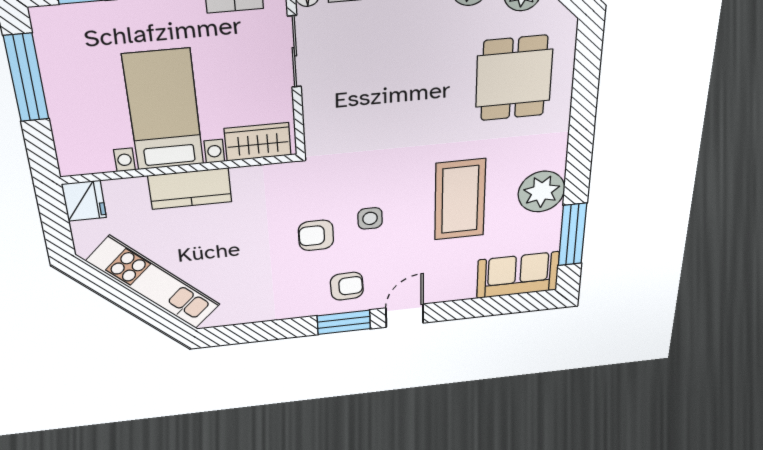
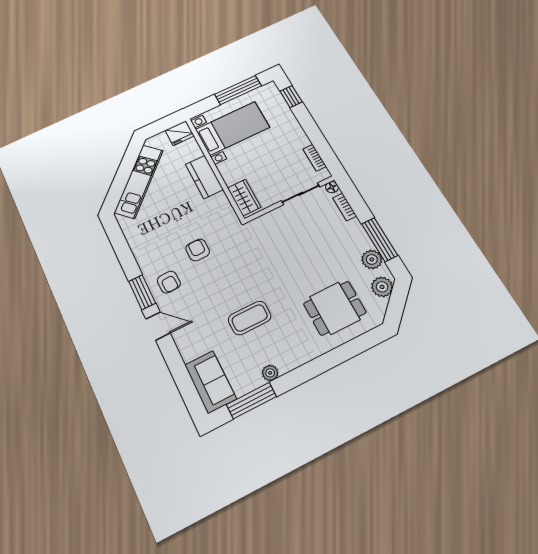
bed with nightstands: (164, 110) -> (232, 128), moved
plant: (541, 192) -> (270, 373), width x0.53, depth x0.53
coffee table: (460, 200) -> (250, 318), width x0.73, depth x0.76
side table: (370, 218) -> (219, 274), removed

